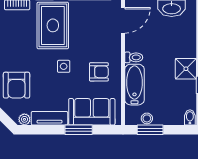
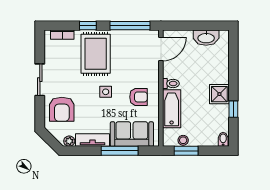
window: (79, 130) -> (120, 151), width x1.44

